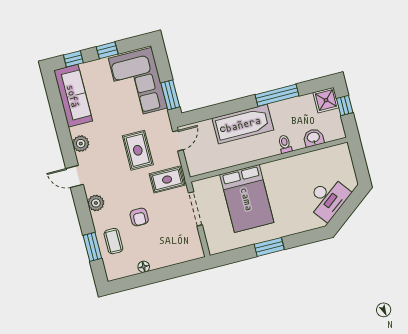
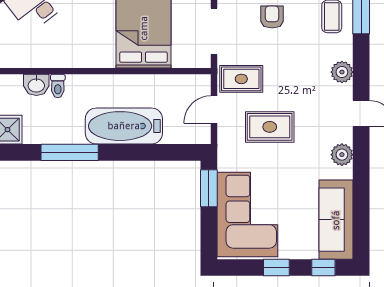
door: (178, 141) -> (214, 109), moved
toilet: (285, 144) -> (58, 86), moved
rug: (138, 150) -> (270, 127), turned 90
armchair: (139, 217) -> (272, 17), moved

